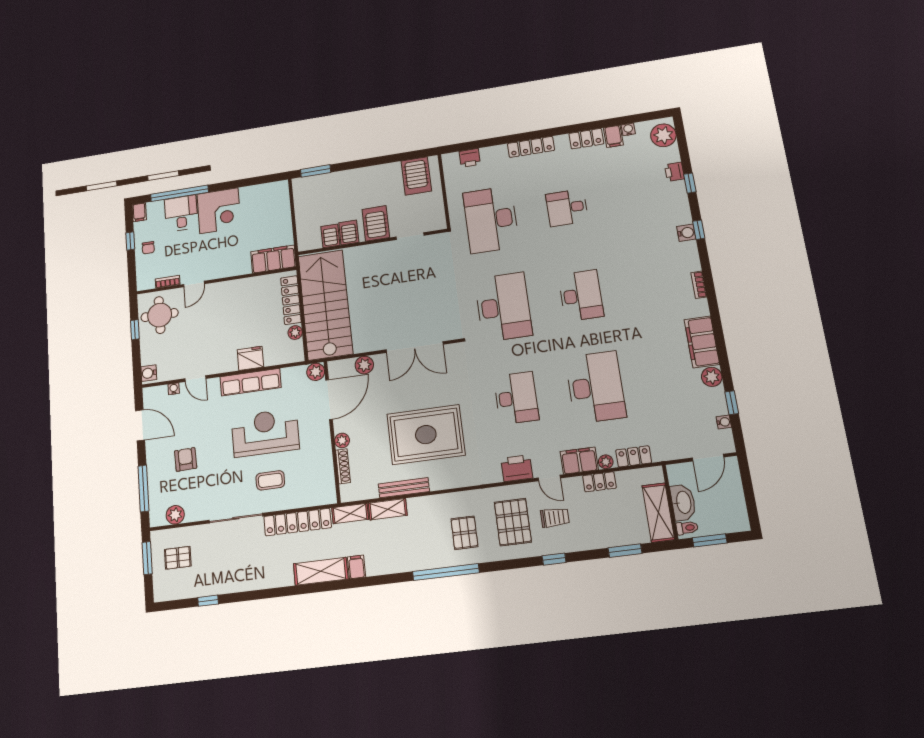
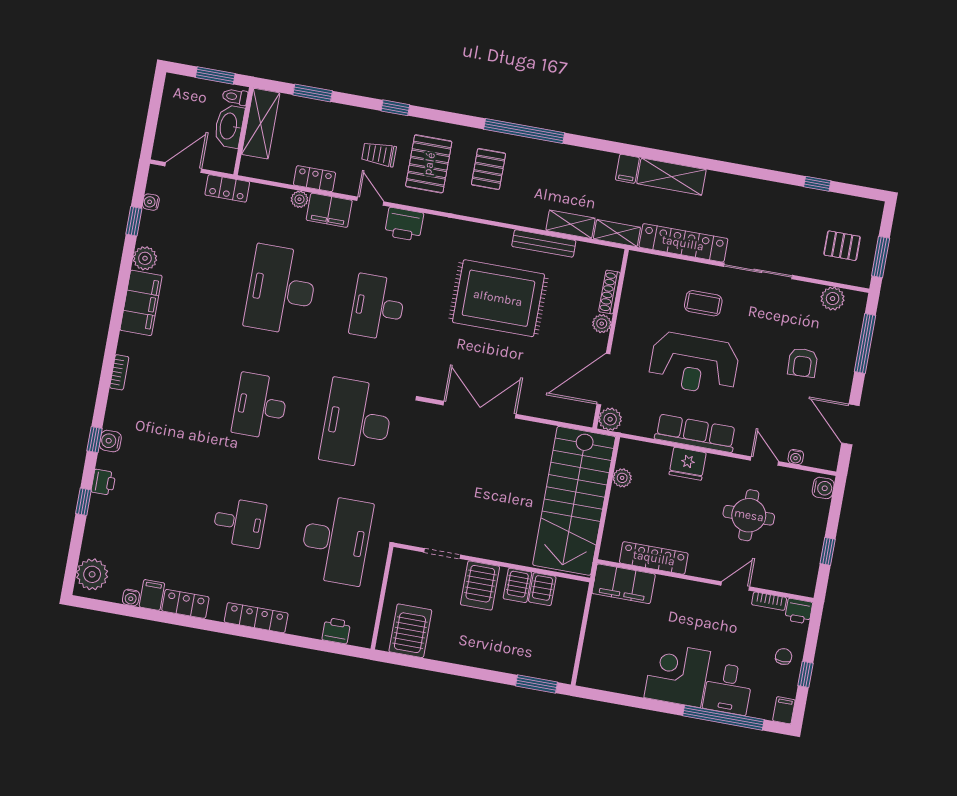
printer: (674, 172) -> (103, 482), moved
printer: (145, 282) -> (799, 611), added
locker: (291, 300) -> (654, 558), moved, turned -90
round table: (160, 315) -> (749, 515), moved
plant: (364, 365) -> (548, 408), removed
locker: (634, 456) -> (227, 188), moved

